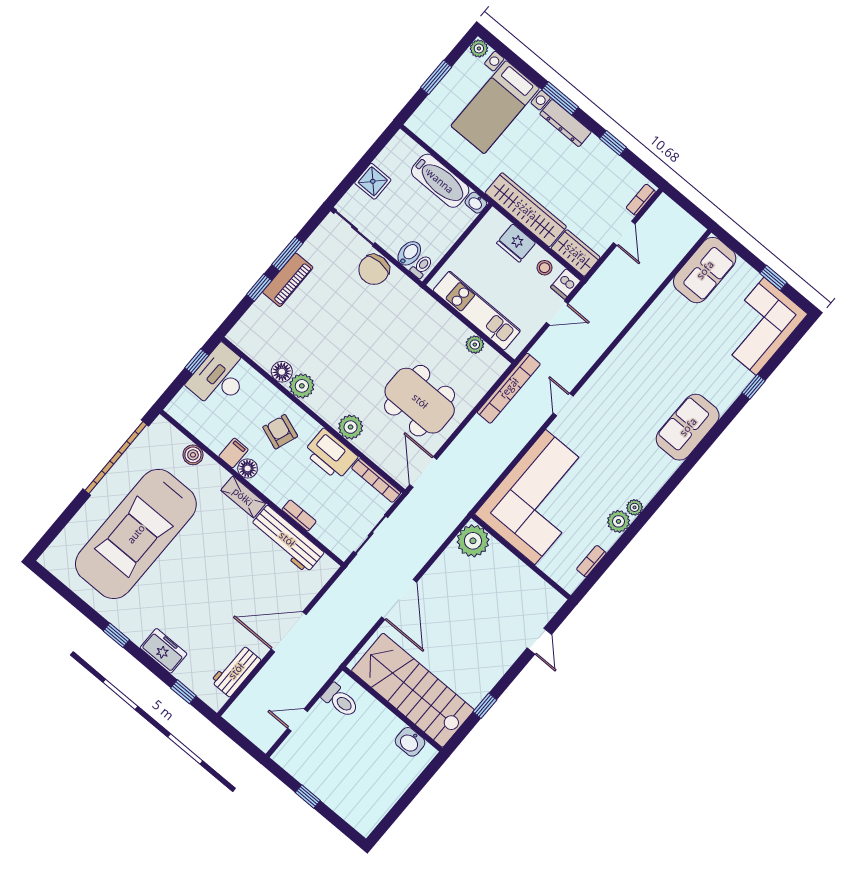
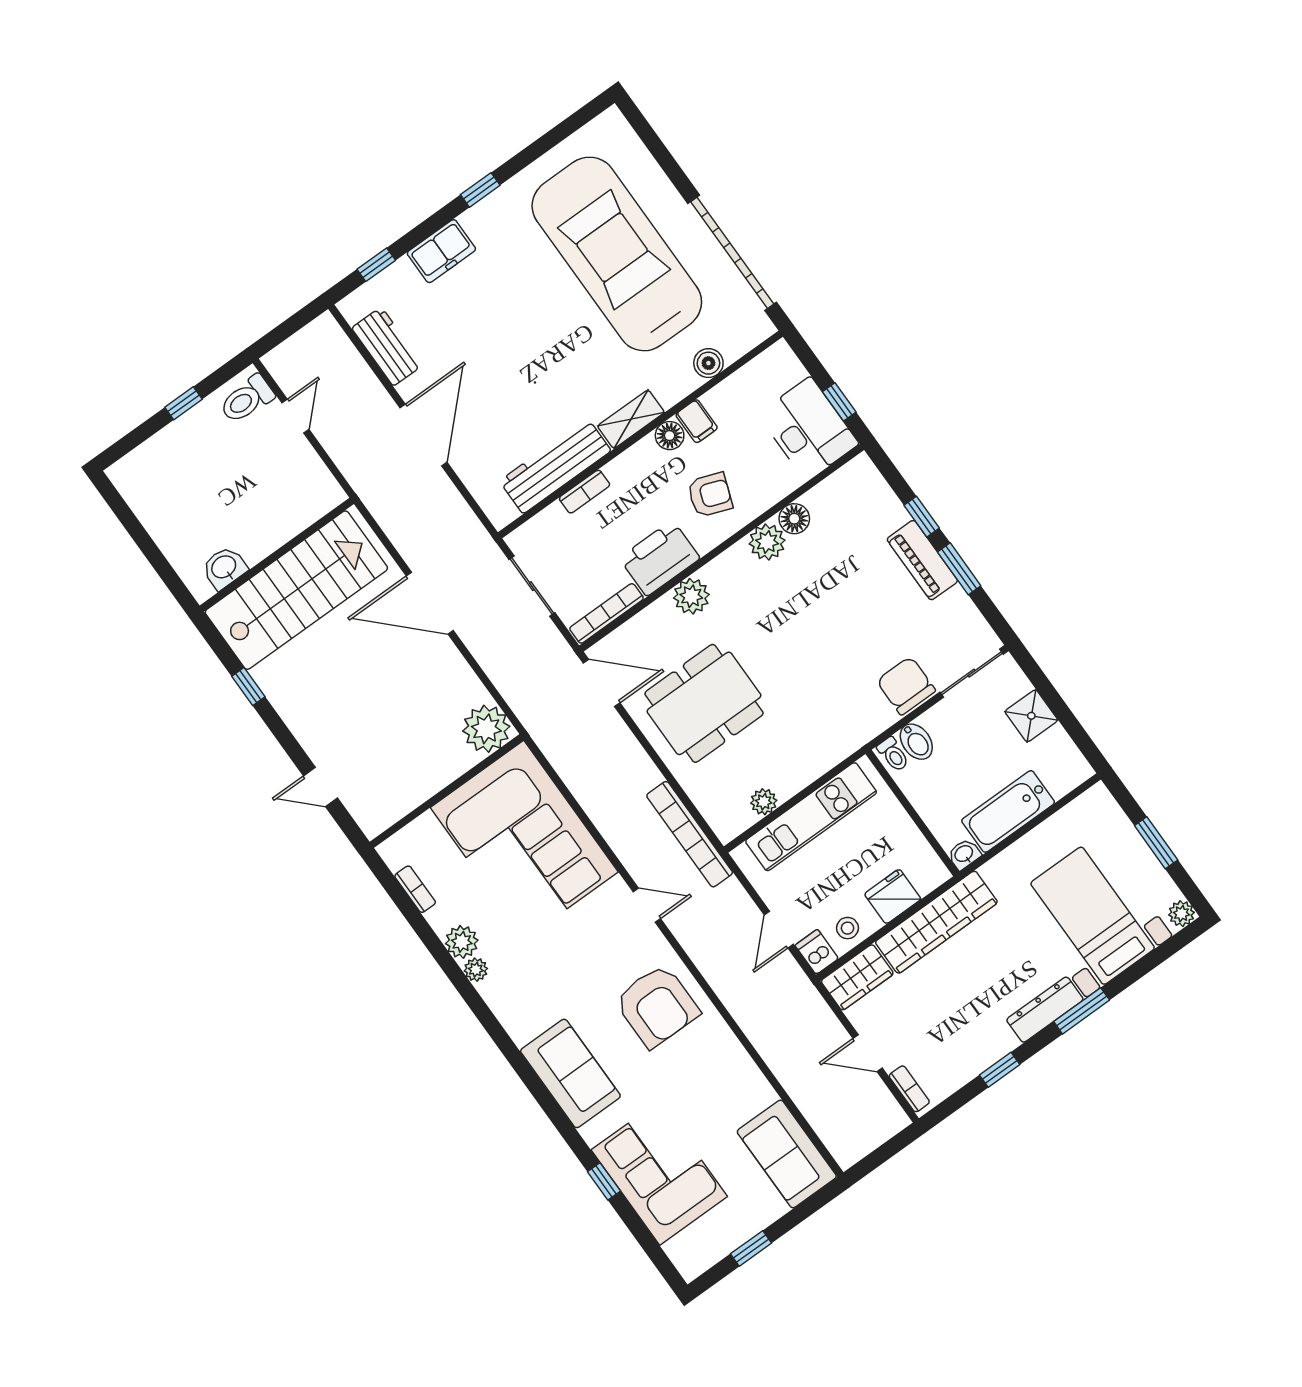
corner sofa: (760, 326) -> (659, 1173), moved
armchair: (628, 381) -> (657, 1006), added
toilet: (340, 701) -> (247, 399), moved

